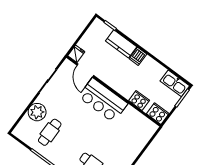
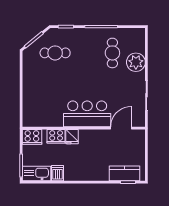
kitchen counter: (121, 44) -> (125, 173), moved
fridge: (76, 54) -> (72, 137), moved
dishwasher: (138, 56) -> (58, 173), moved
door: (85, 70) -> (121, 128), hinge flipped

